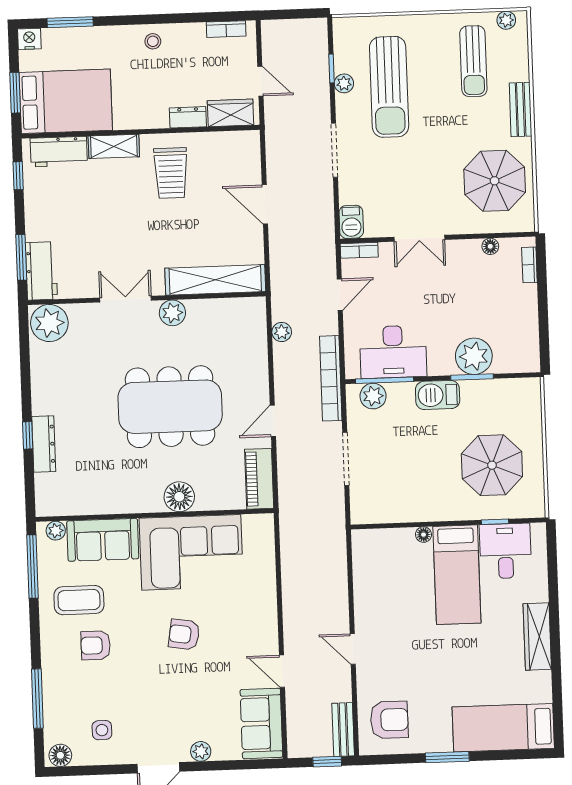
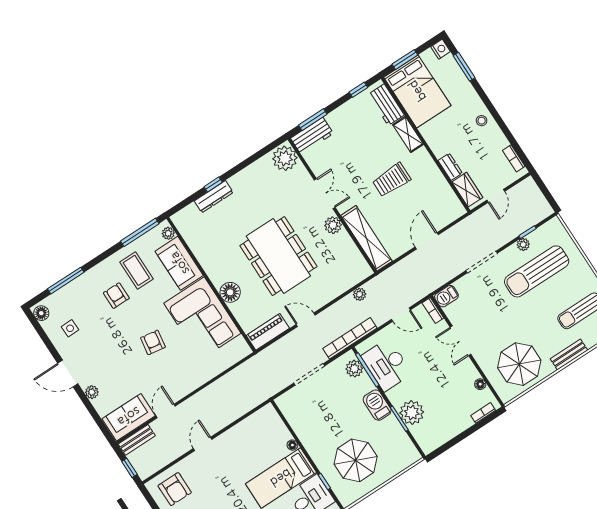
trolley: (171, 173) -> (391, 180), moved
bench: (343, 730) -> (137, 440), moved

